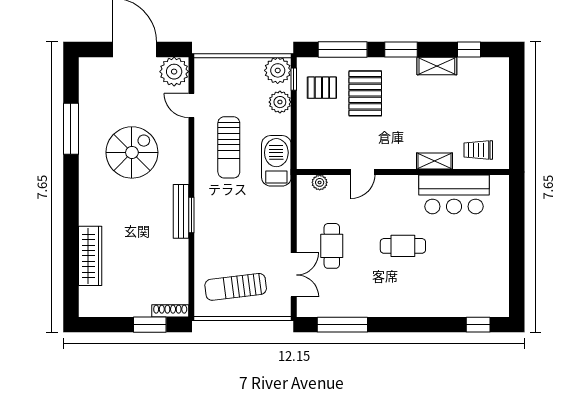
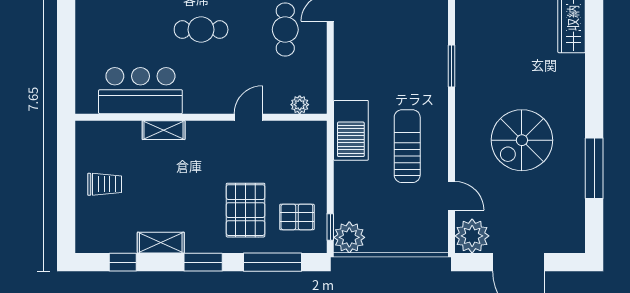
plant: (280, 102) -> (347, 200), removed
trolley: (478, 150) -> (105, 184), moved
bench: (181, 211) -> (464, 70), removed

